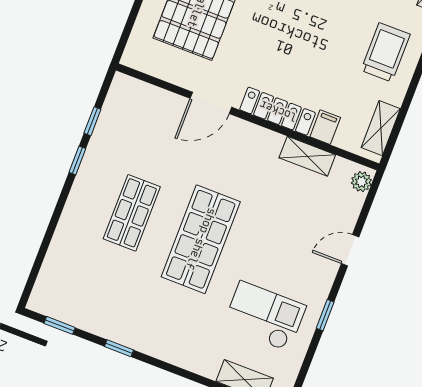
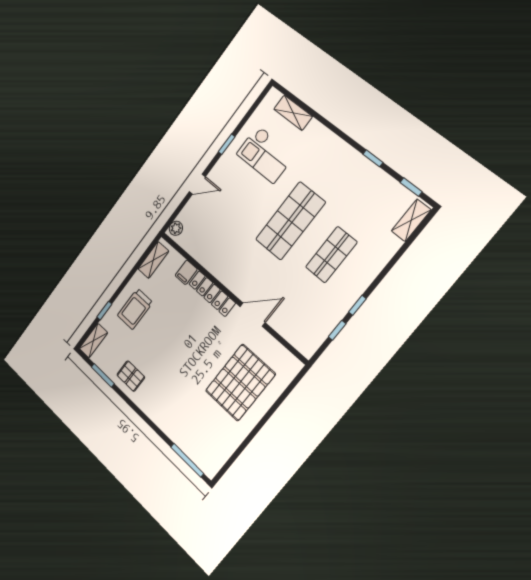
shelving: (307, 156) -> (411, 220), moved, turned 90

